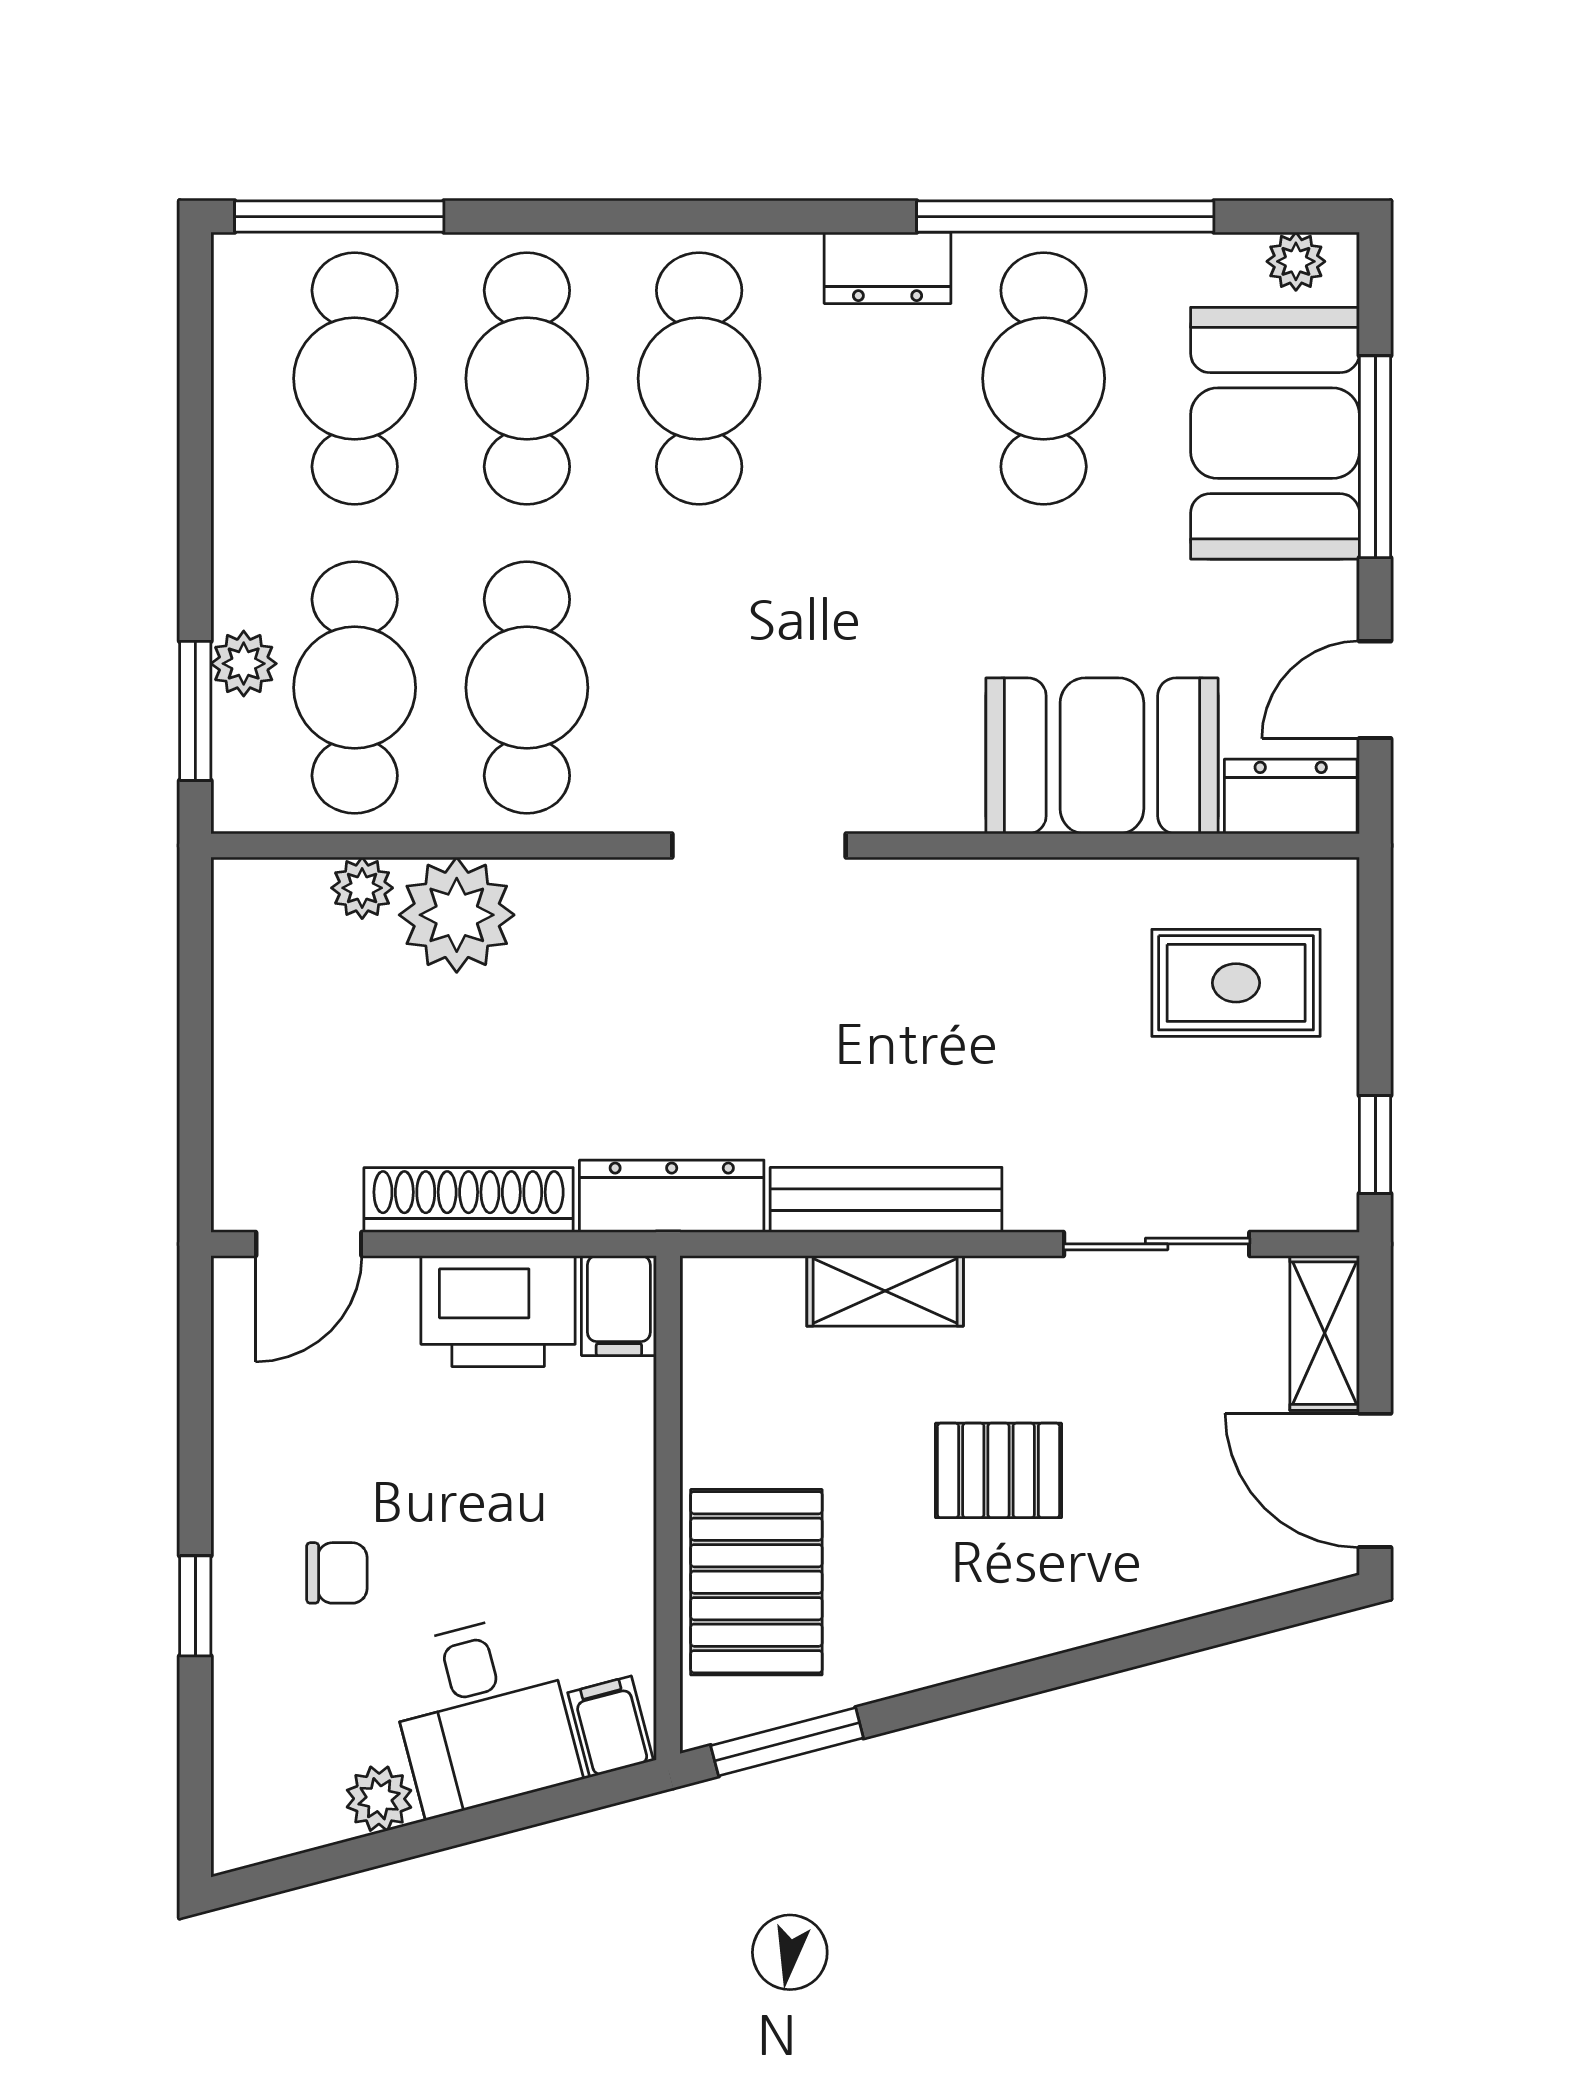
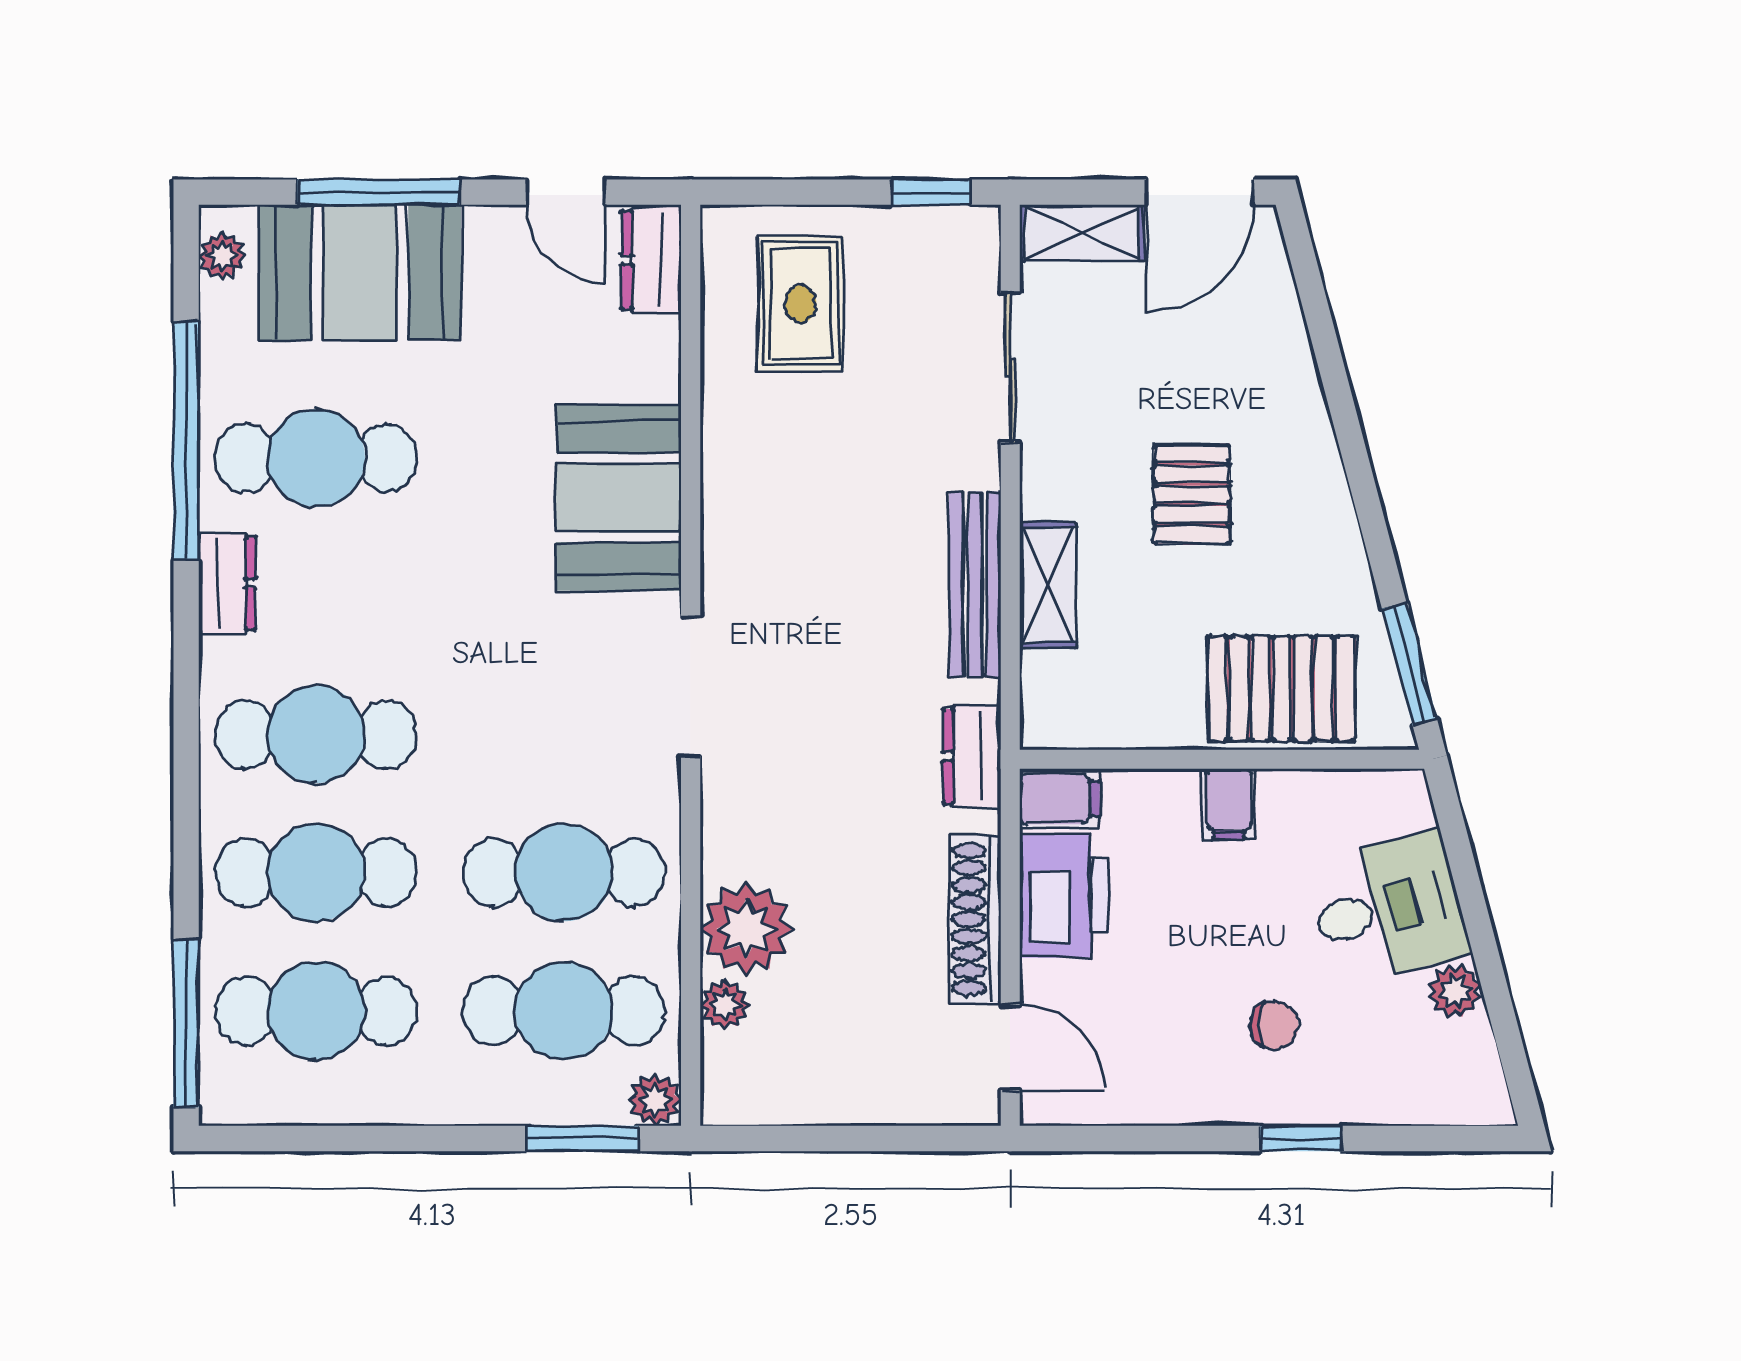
plant: (244, 664) -> (655, 1100), moved
booth: (1102, 756) -> (619, 497), moved
dresser: (672, 1196) -> (972, 756), width x0.70
chair: (337, 1573) -> (1274, 1025), turned 90
filing cabinet: (611, 1727) -> (1229, 804), moved, turned -75

